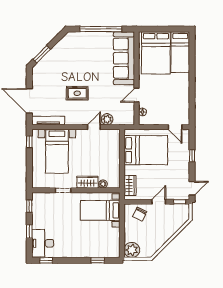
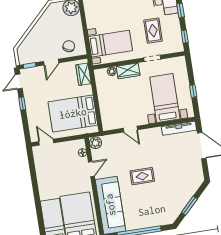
window: (42, 54) -> (189, 206), moved
rug: (77, 93) -> (142, 176), moved
plant: (107, 119) -> (96, 143), moved
door: (94, 127) -> (130, 129), hinge flipped
window: (29, 142) -> (193, 91), moved
window: (192, 156) -> (22, 104), moved
rug: (58, 216) -> (153, 31), added

